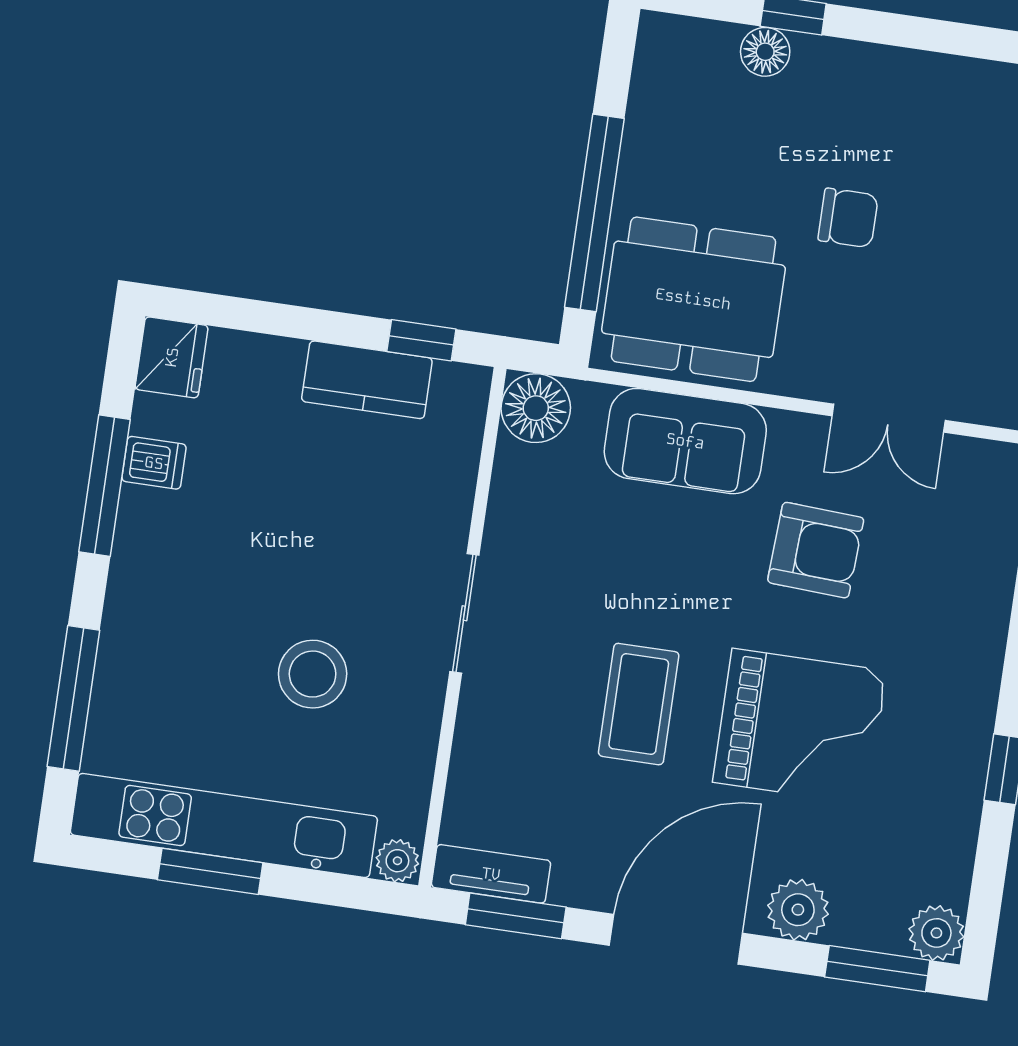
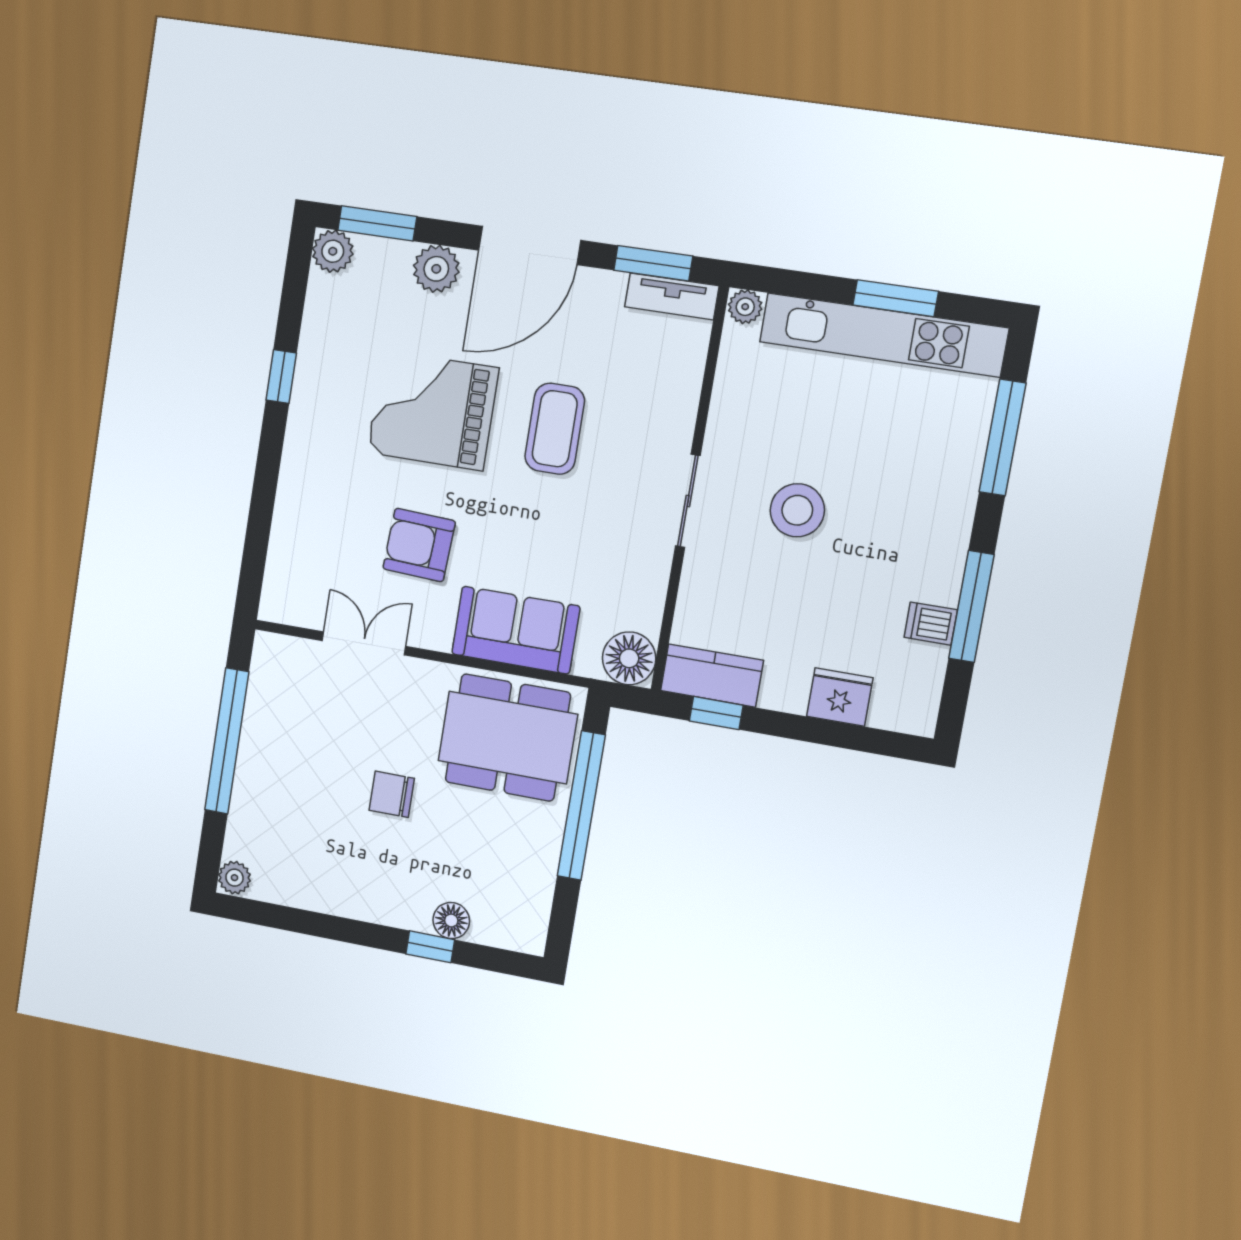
fridge: (172, 357) -> (840, 697), moved, turned 90
kitchen counter: (367, 380) -> (712, 676), moved
stool: (313, 674) -> (797, 510), moved

